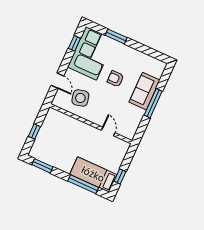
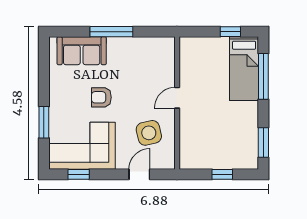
armchair: (115, 79) -> (101, 97), turned 90
sofa: (144, 91) -> (82, 51), moved
door: (108, 132) -> (177, 98), moved

